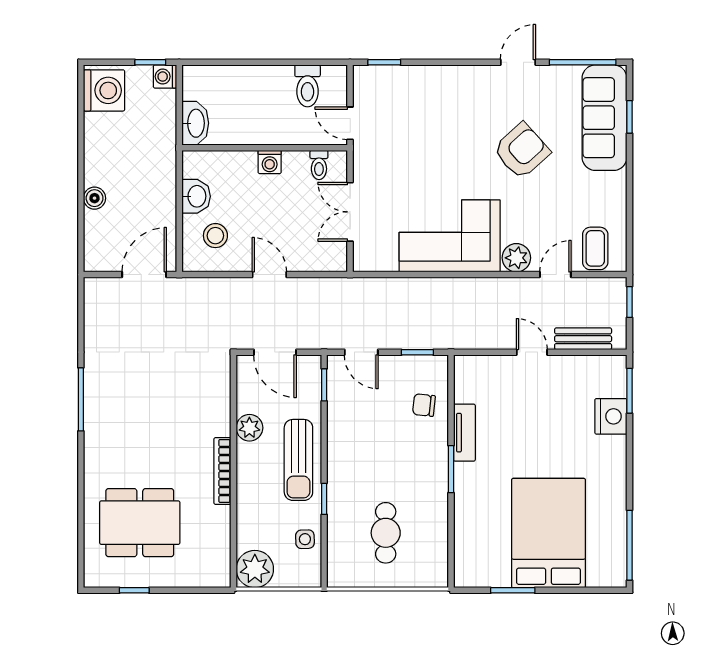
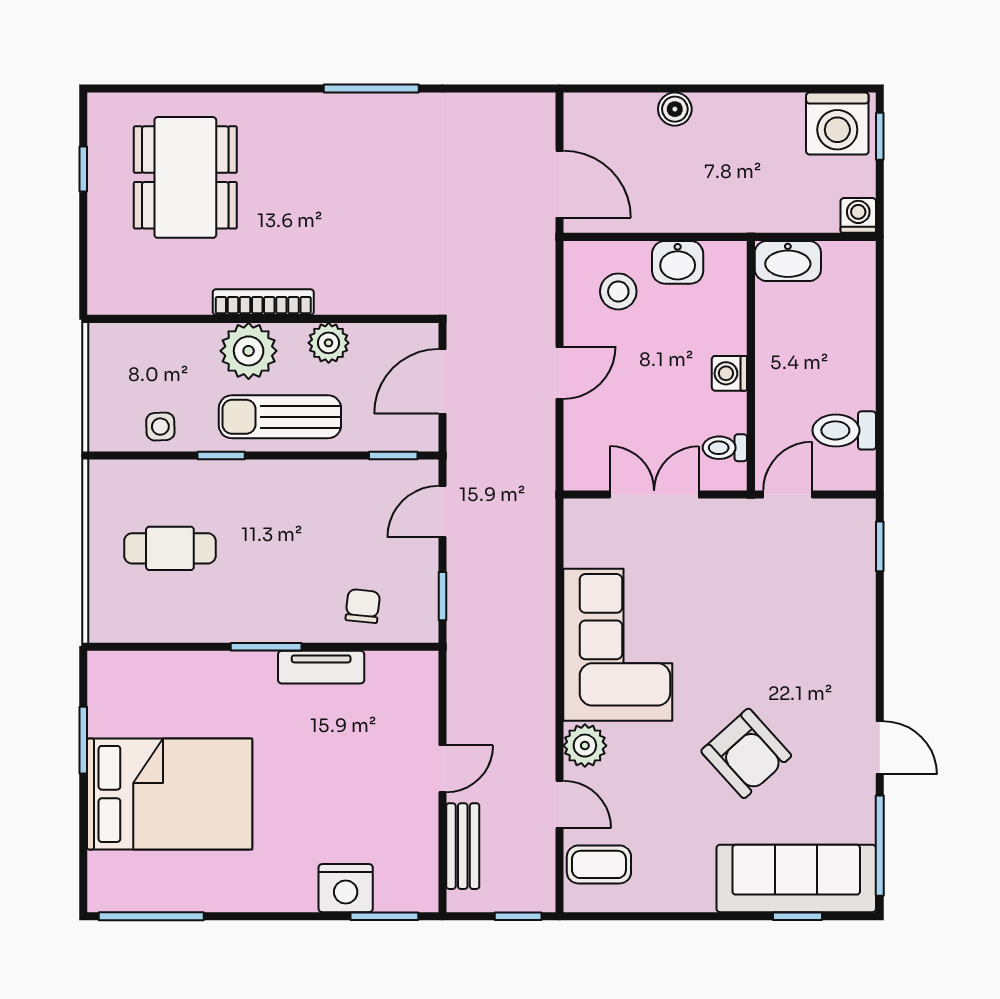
window: (150, 62) -> (880, 136), moved
plant: (255, 569) -> (249, 351), moved

